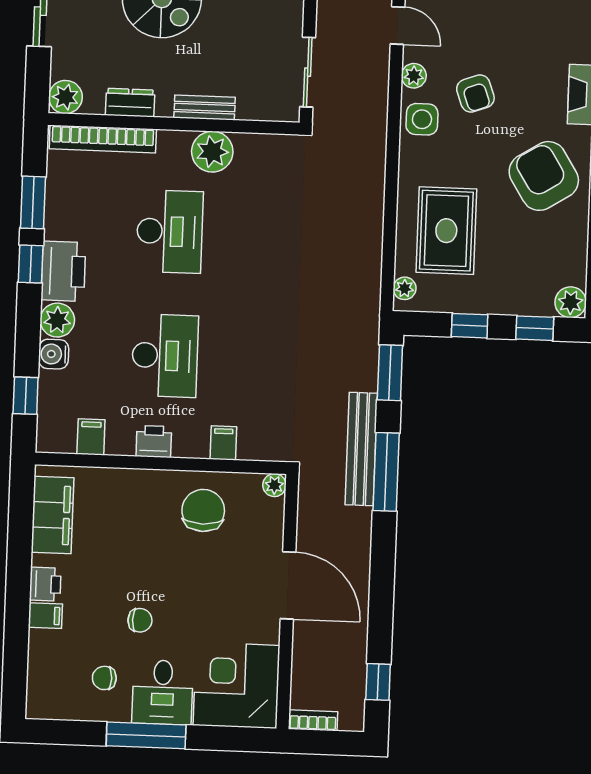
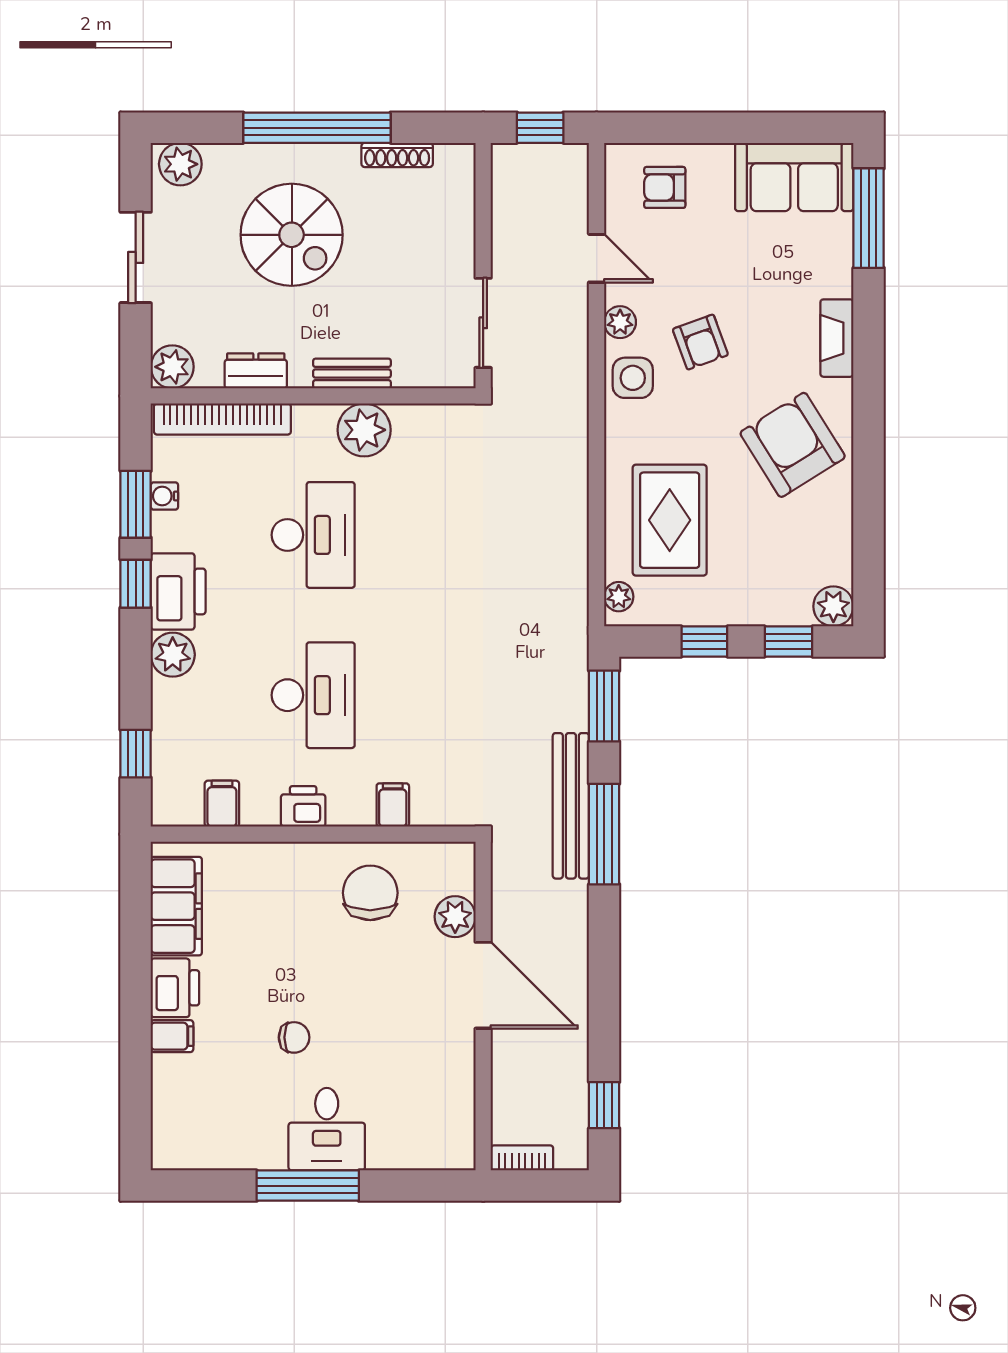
water cooler: (54, 354) -> (164, 496), moved, width x0.72, depth x0.72
plant: (274, 485) -> (455, 917), moved, width x1.38, depth x1.38
printer: (45, 584) -> (175, 988), width x1.36, depth x1.24
chair: (104, 678) -> (251, 1114), removed
corner desk: (237, 685) -> (422, 1117), removed

